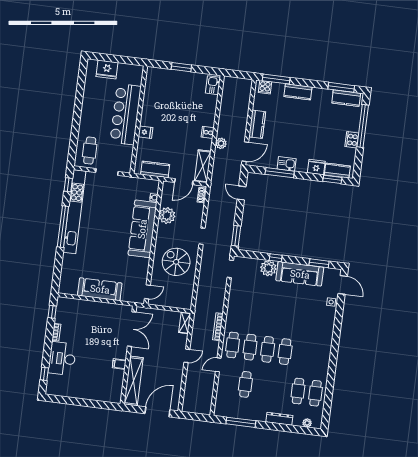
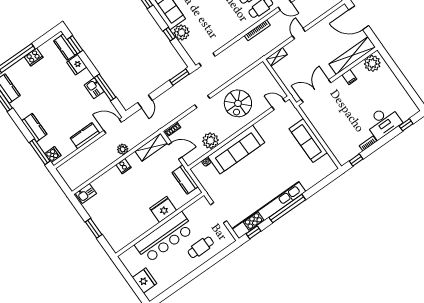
fridge: (146, 132) -> (163, 209), width x1.88, depth x1.34
cafe table: (90, 151) -> (201, 247), moved
door: (187, 356) -> (299, 34), hinge flipped
plant: (114, 391) -> (372, 63), added

